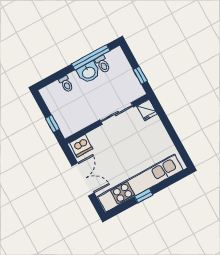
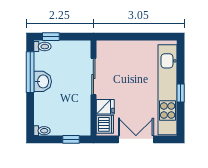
toilet: (103, 64) -> (42, 47), moved
window: (140, 75) -> (51, 37), moved
toilet: (66, 84) -> (42, 131), moved
fridge: (147, 110) -> (105, 107), moved

